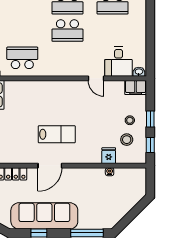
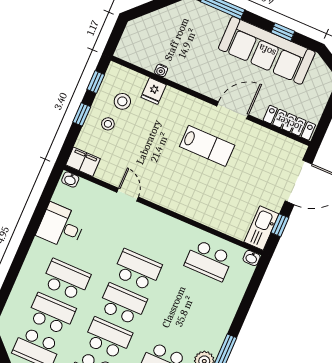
desk: (119, 62) -> (61, 226), moved, turned -90
lab bench: (57, 134) -> (207, 146), turned 180

